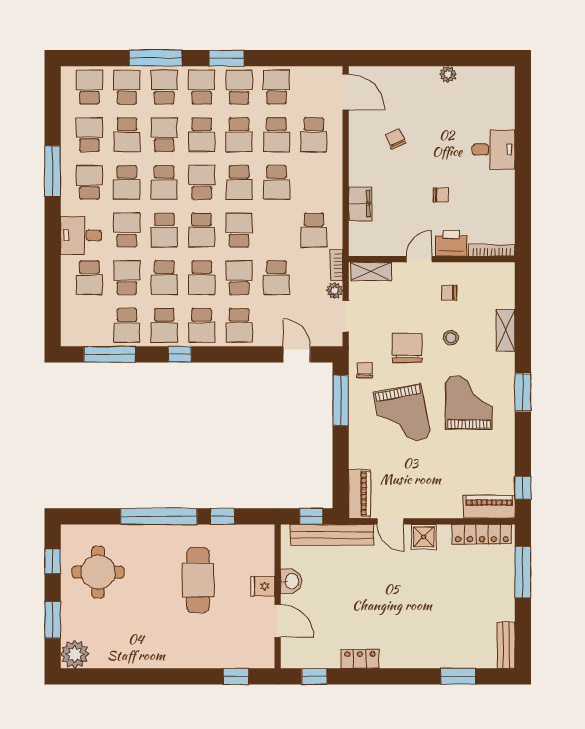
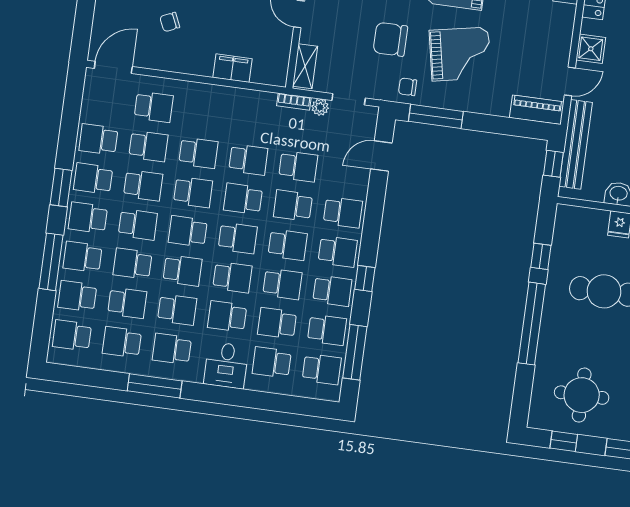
school desk: (314, 230) -> (248, 160), moved
school desk: (89, 278) -> (272, 362), turned 180
school desk: (89, 325) -> (322, 369), added

